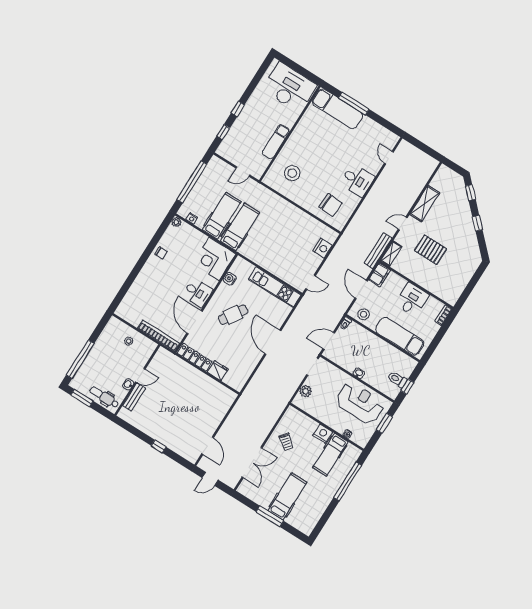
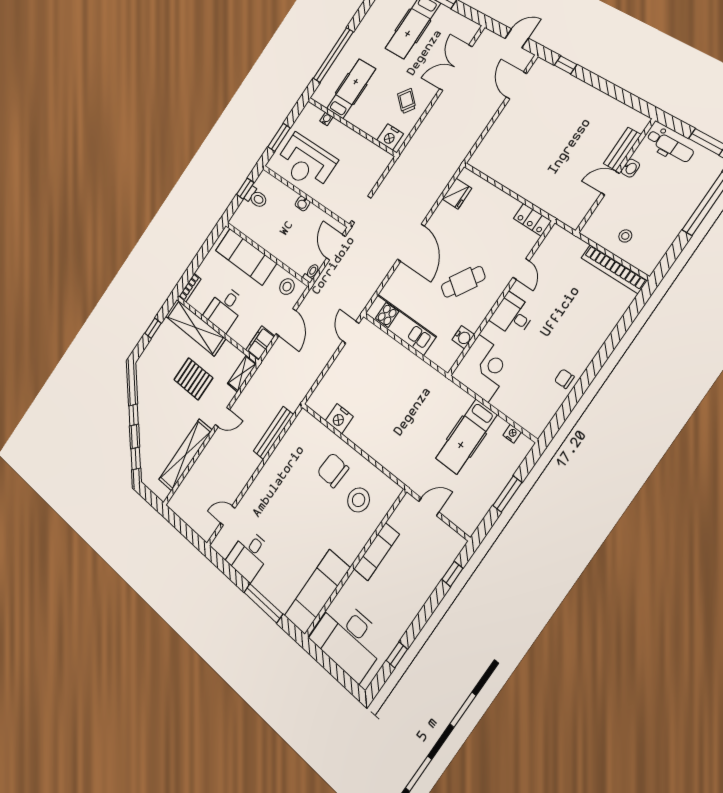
window: (238, 109) -> (397, 655), moved
exam couch: (337, 109) -> (317, 592), moved, turned -90
door: (389, 158) -> (228, 516), swing flipped
desk: (357, 180) -> (249, 555), moved, turned -90
window: (192, 182) -> (507, 494), width x0.47
shelving: (425, 204) -> (185, 455), width x1.47
chair: (330, 205) -> (333, 470), moved
plant: (176, 222) -> (537, 429), removed
hospital bed: (240, 227) -> (441, 418), removed
nightstand: (322, 248) -> (339, 419), moved, turned -90
bench: (378, 251) -> (273, 433), moved
door: (310, 282) -> (351, 332), hinge flipped
shelving: (435, 286) -> (195, 327), added
window: (471, 286) -> (153, 328), added
door: (194, 322) -> (521, 269), width x0.53
bookcase: (159, 336) -> (614, 269), moved
door: (329, 341) -> (336, 247), swing flipped
locker: (195, 357) -> (532, 220), width x0.66
fridge: (218, 371) -> (457, 194), moved, turned -90
plant: (306, 391) -> (374, 174), removed
nightstand: (323, 434) -> (390, 137), moved
window: (159, 446) -> (566, 65), moved

